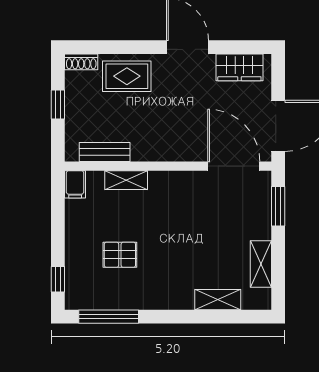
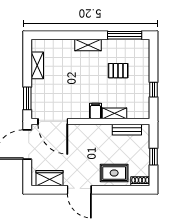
filing cabinet: (75, 184) -> (95, 111), moved
window: (58, 279) -> (154, 90), moved
shelving: (218, 300) -> (88, 45), moved

